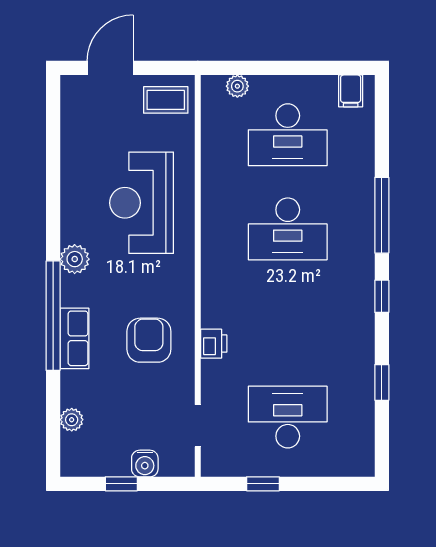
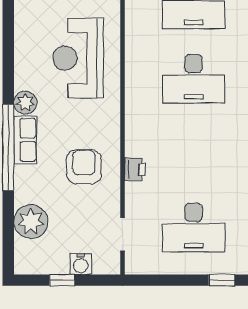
row of seats: (75, 338) -> (25, 140), moved
desk: (288, 417) -> (194, 227), turned 180
plant: (72, 420) -> (31, 222), width x1.88, depth x1.88
window: (263, 484) -> (222, 280), moved

